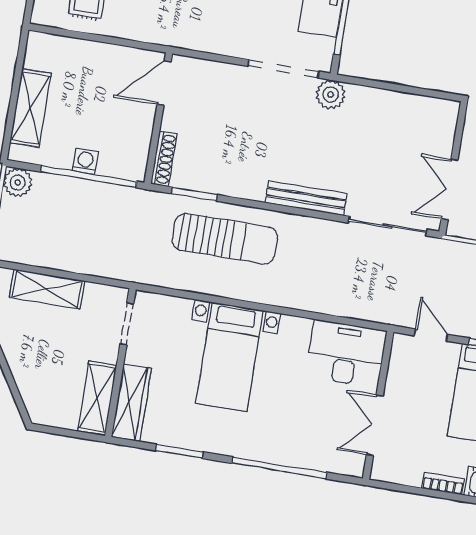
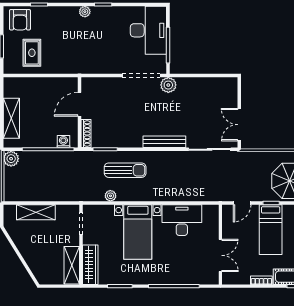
door: (164, 83) -> (80, 104), moved
washing machine: (85, 161) -> (63, 142), moved
sun lounger: (225, 239) -> (125, 170), width x0.73, depth x0.75
plant: (190, 282) -> (110, 196), added
door: (431, 335) -> (242, 203), swing flipped
desk: (346, 354) -> (182, 220), moved
double door: (375, 425) -> (220, 255), swing flipped

